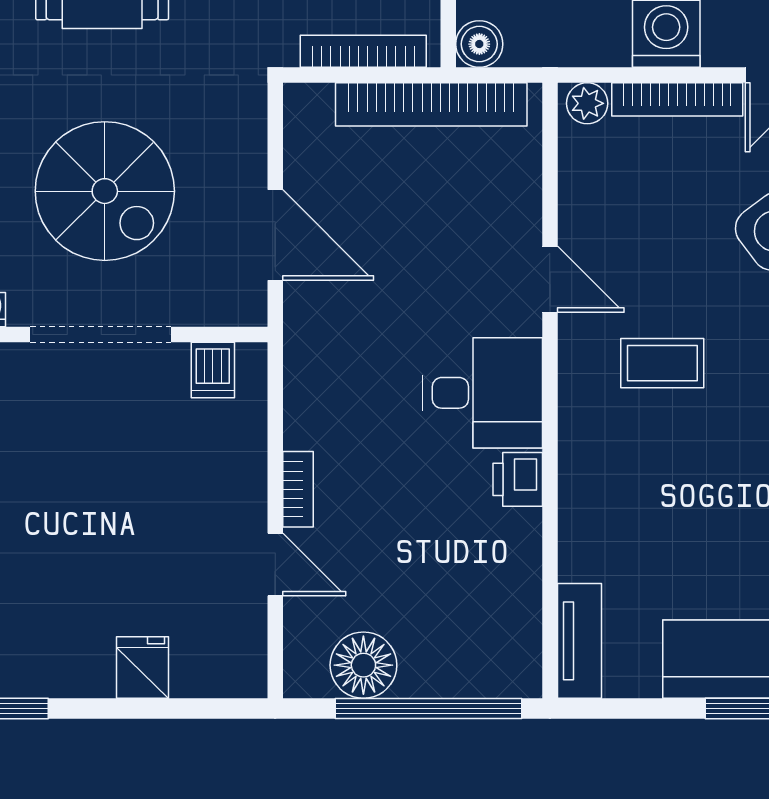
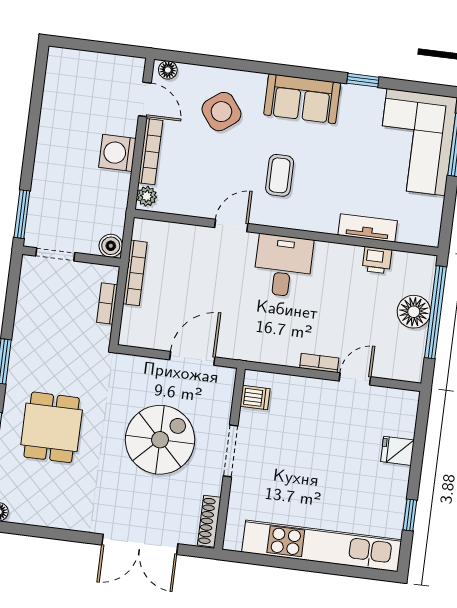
bookcase: (363, 51) -> (107, 303), width x0.64
bookcase: (431, 104) -> (135, 273), width x0.68, depth x0.76
doorway: (100, 335) -> (231, 451), width x0.73
printer: (518, 479) -> (377, 260), moved
tv unit: (580, 641) -> (368, 228), moved
floor lamp: (363, 665) -> (414, 312), moved

